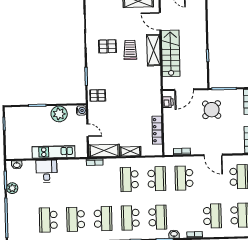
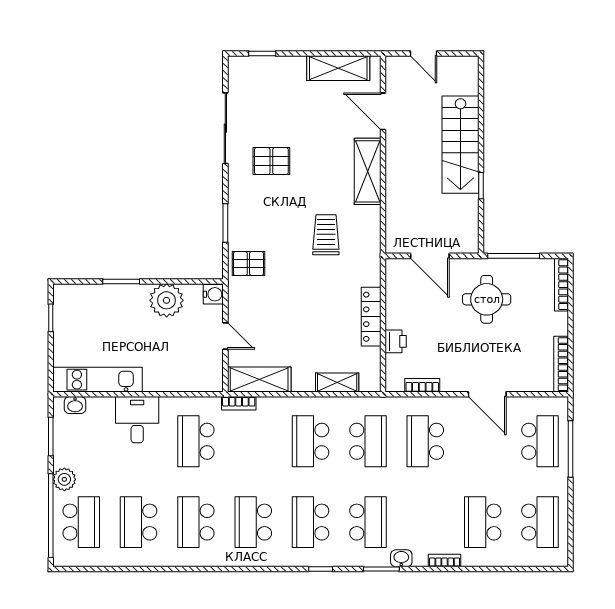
trolley: (130, 50) -> (326, 235), moved
stairs: (171, 53) -> (460, 145), moved, turned 180
door: (184, 90) -> (430, 256), hinge flipped
printer: (168, 102) -> (396, 341), moved
round table: (212, 110) -> (487, 299), turned 45
locker: (157, 130) -> (371, 317), moved
shelving: (130, 151) -> (337, 383), moved
kitchen unit: (54, 152) -> (97, 380), moved
school desk: (75, 181) -> (196, 441), added
plant: (12, 188) -> (64, 479), moved
school desk: (212, 216) -> (483, 522), turned 180
school desk: (103, 219) -> (253, 522), turned 180
school desk: (21, 221) -> (81, 522), added

